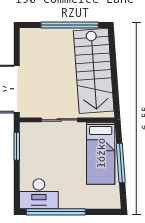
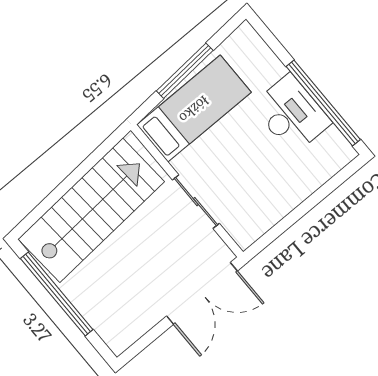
window: (17, 146) -> (279, 229), removed
desk: (39, 194) -> (291, 114), moved

